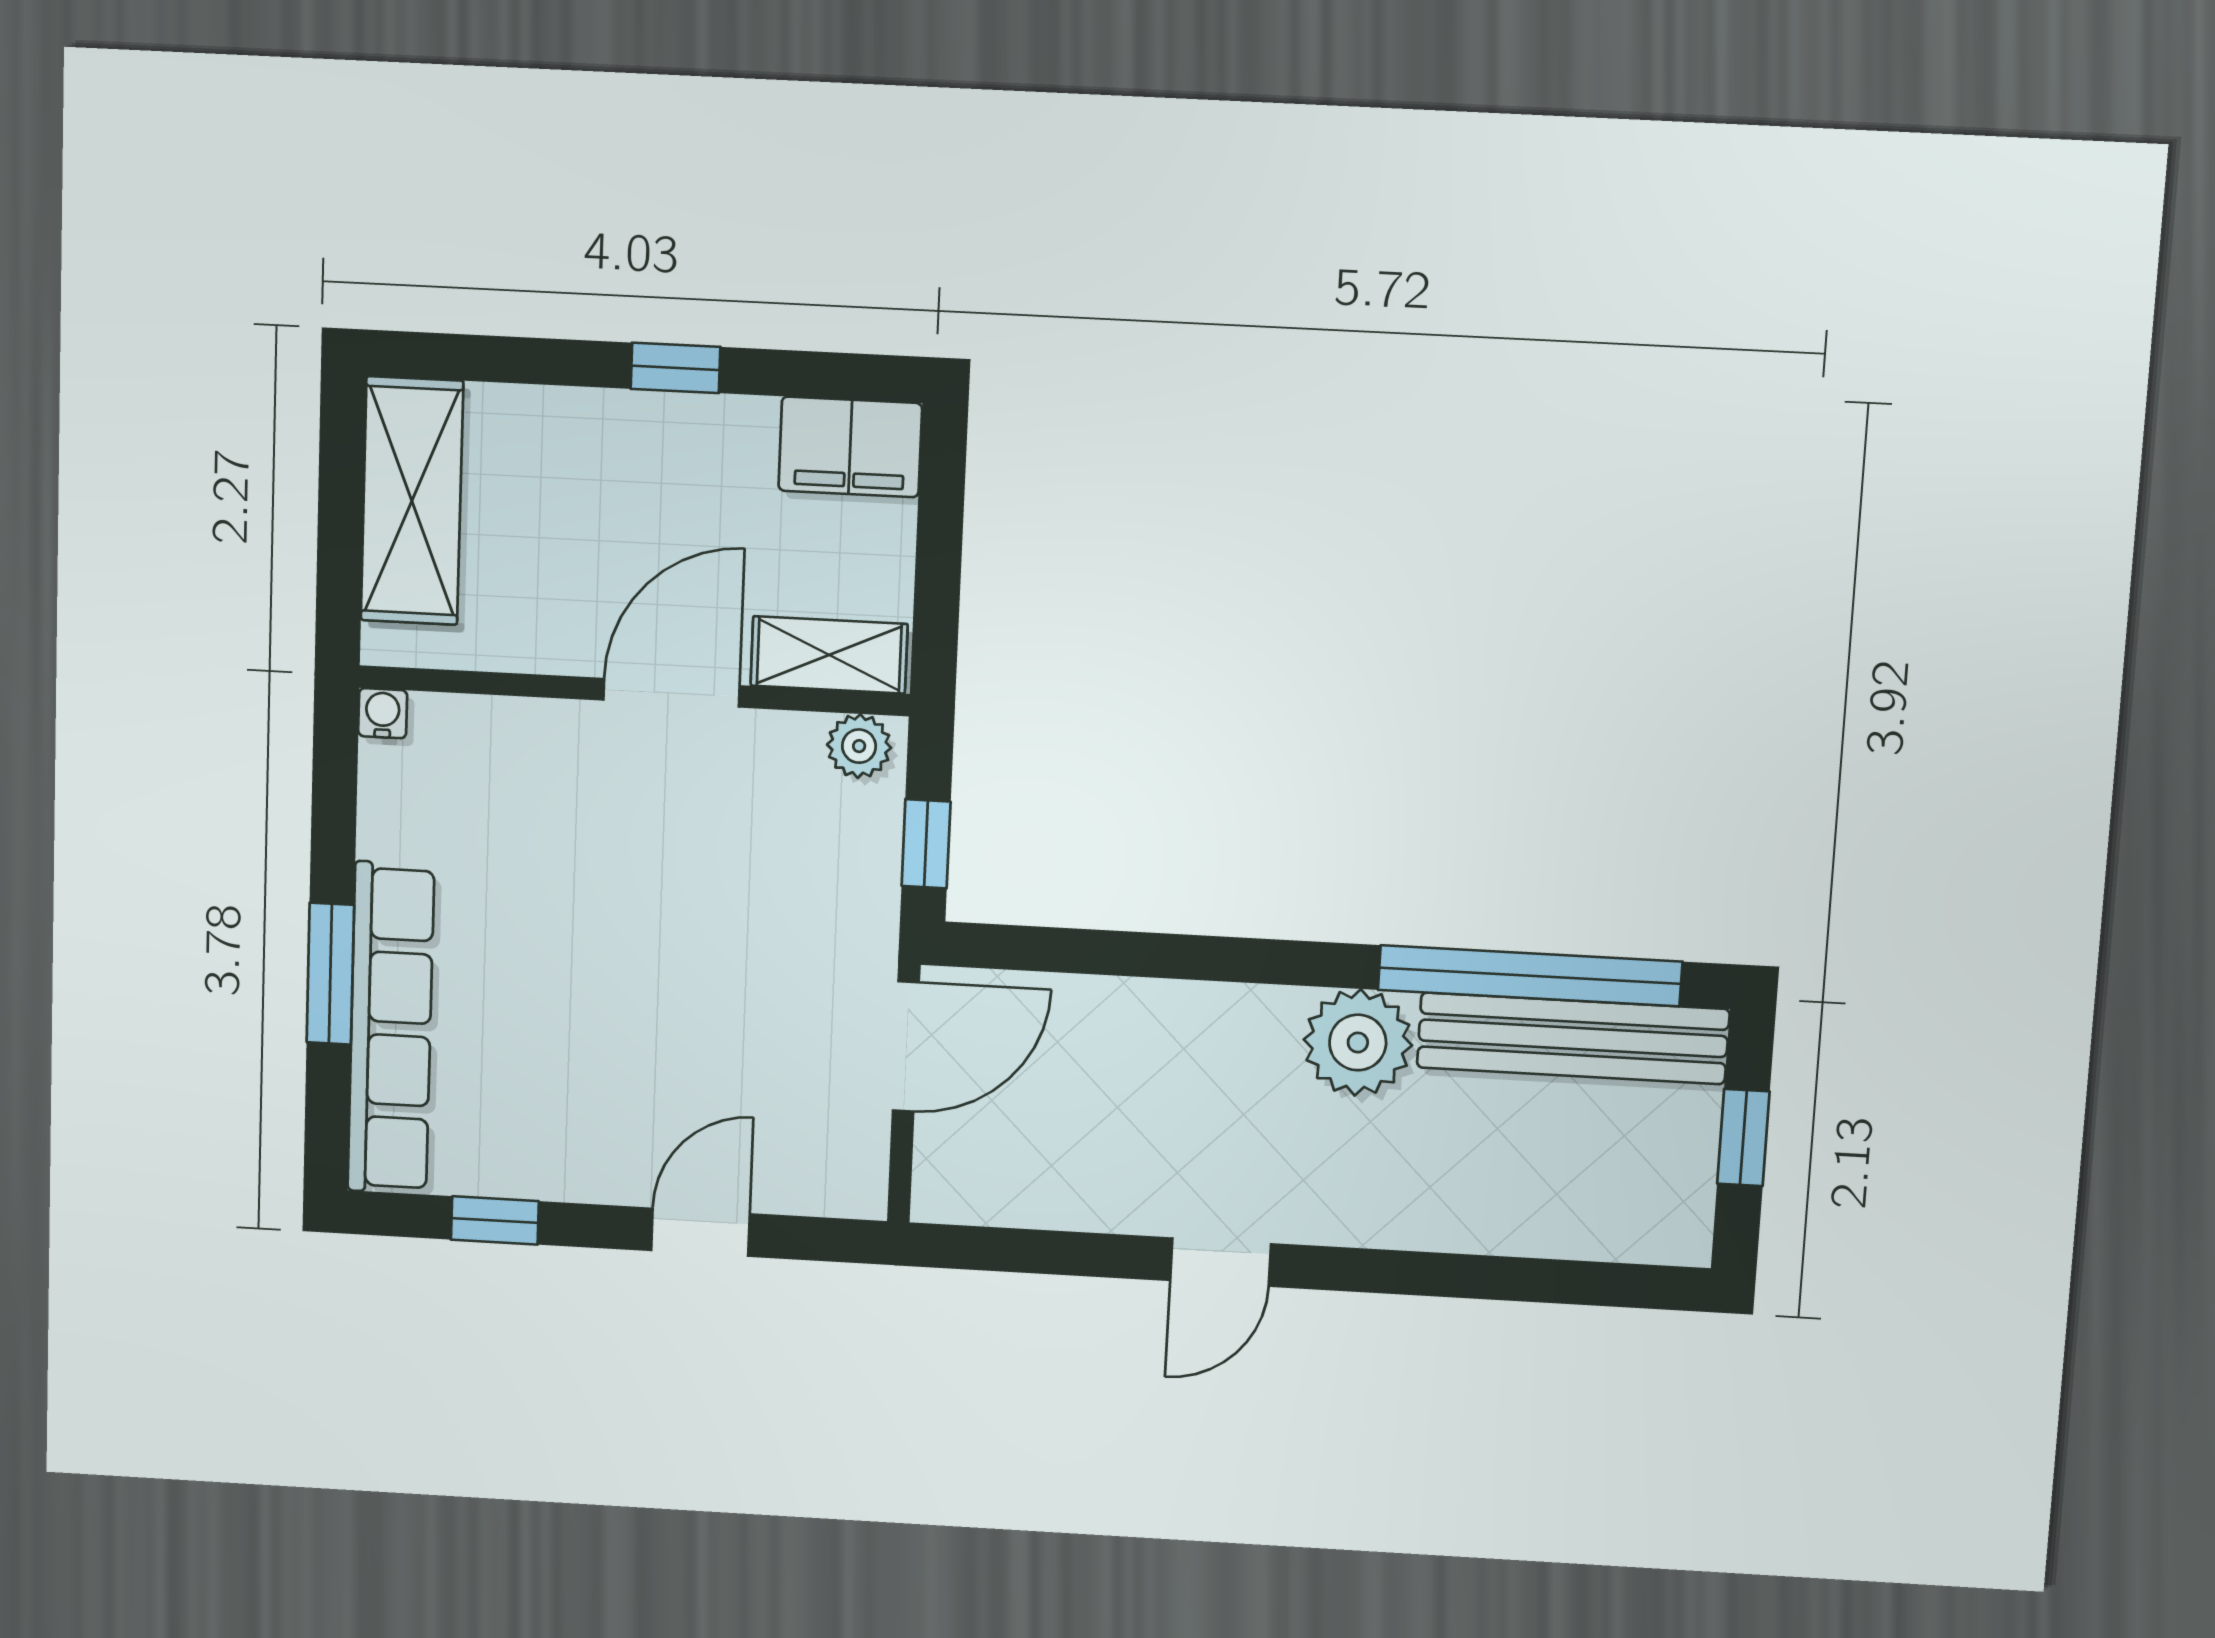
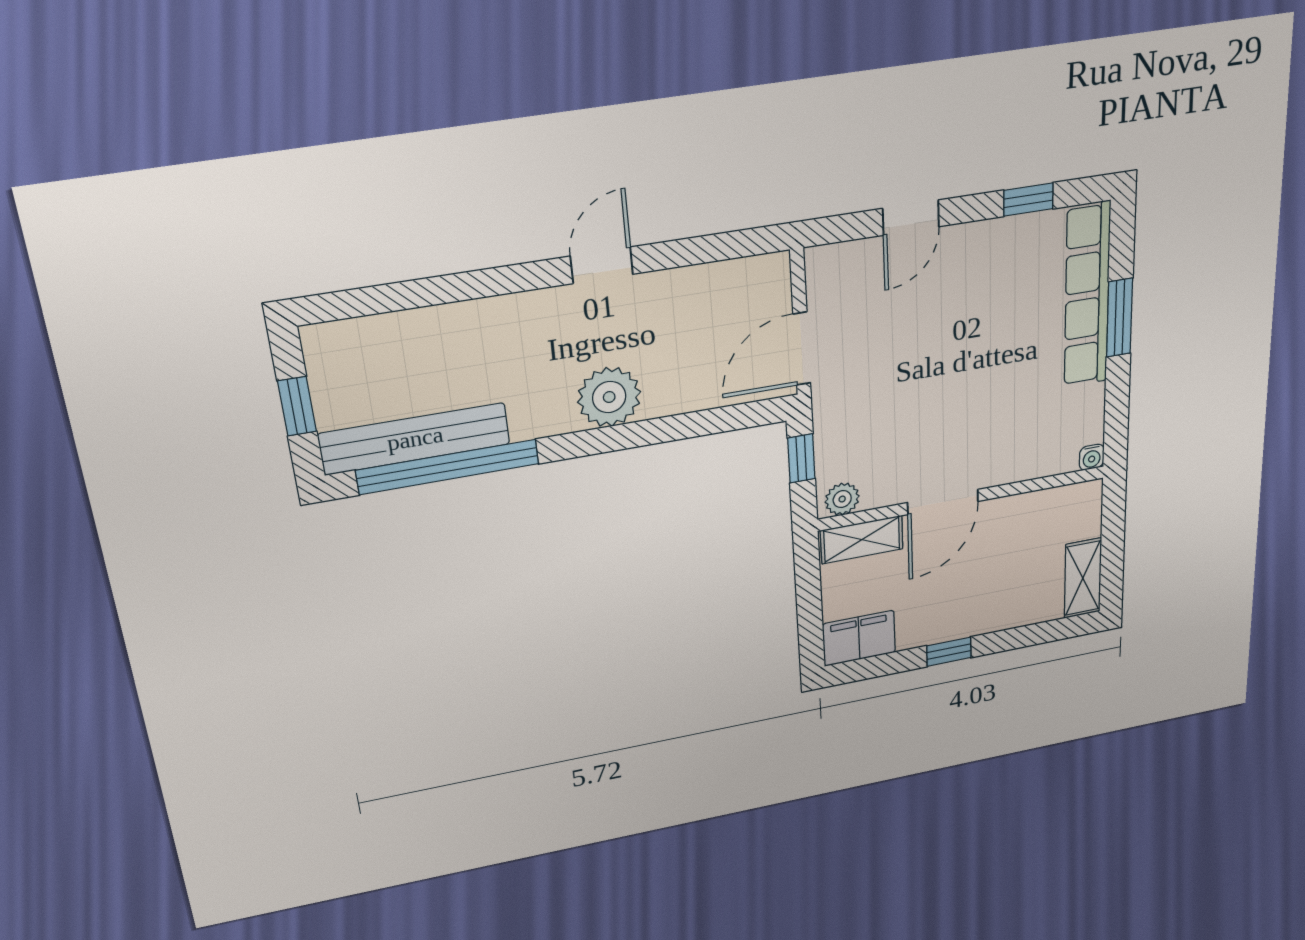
shelving: (412, 501) -> (1083, 578), width x0.67, depth x0.75
plant: (1358, 1042) -> (609, 397), moved

